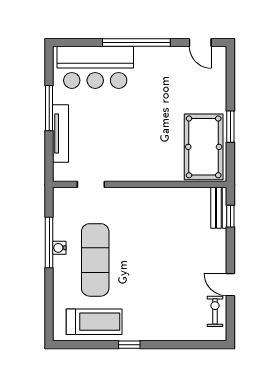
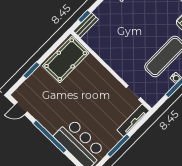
door: (200, 42) -> (21, 108), swing flipped
window: (230, 127) -> (31, 70), moved
tv unit: (61, 133) -> (133, 120), moved

